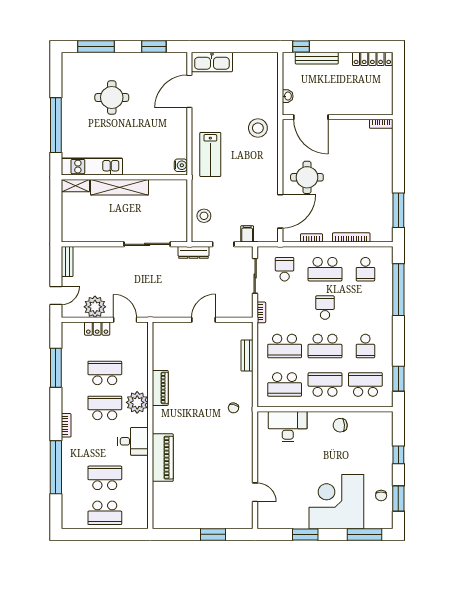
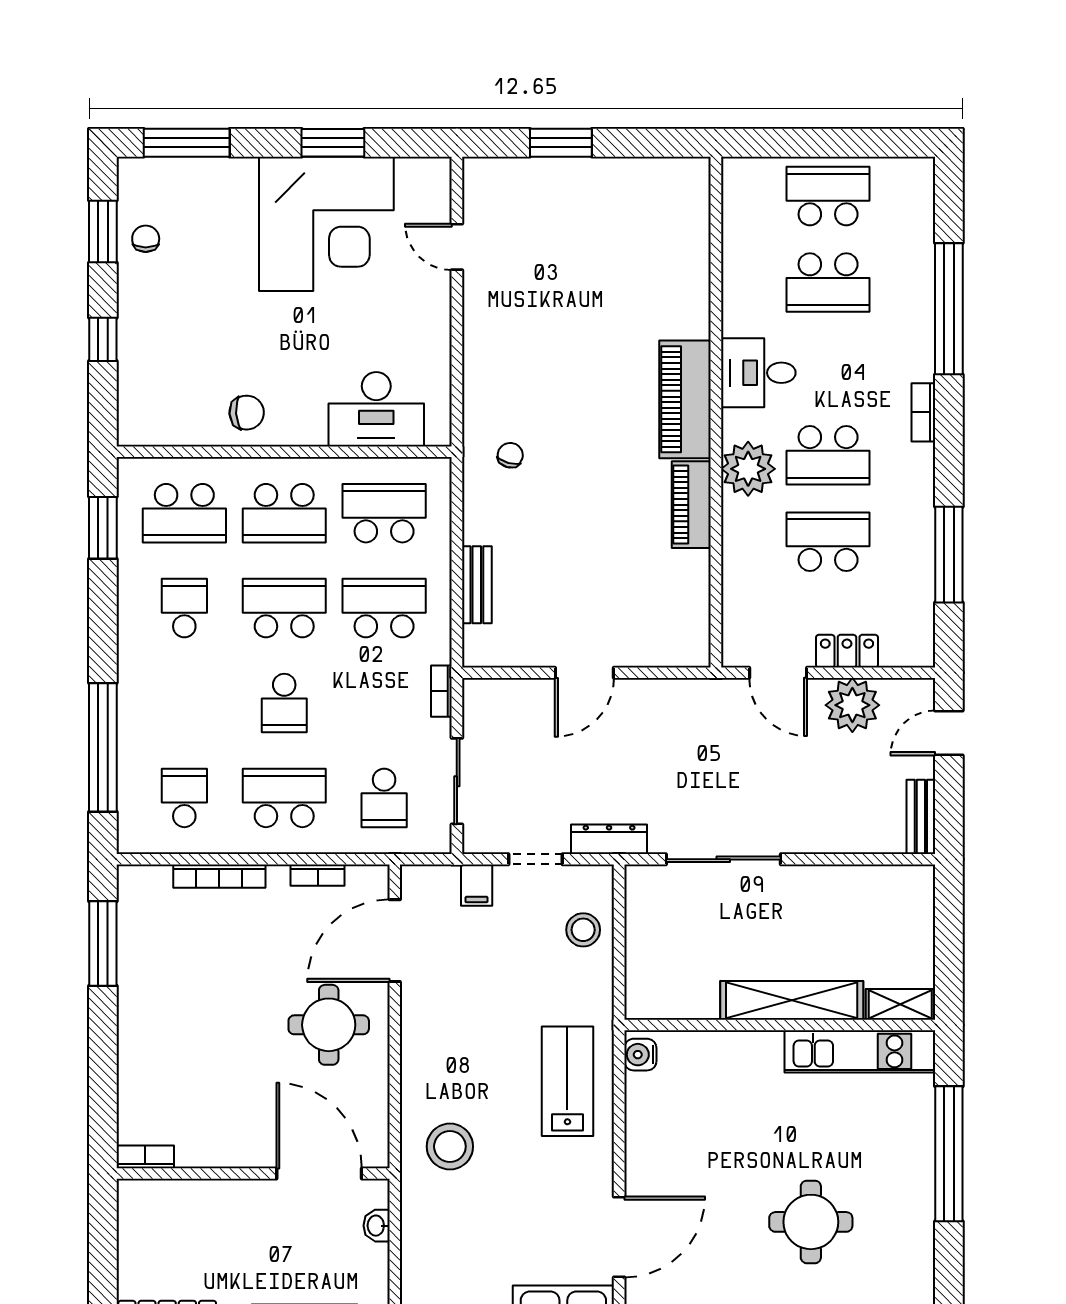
school desk: (105, 373) -> (828, 542), turned 180
piano: (163, 458) -> (685, 399), moved
corner desk: (336, 502) -> (326, 224), moved

